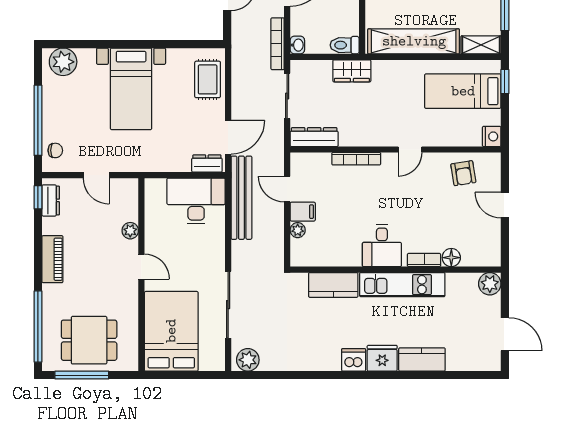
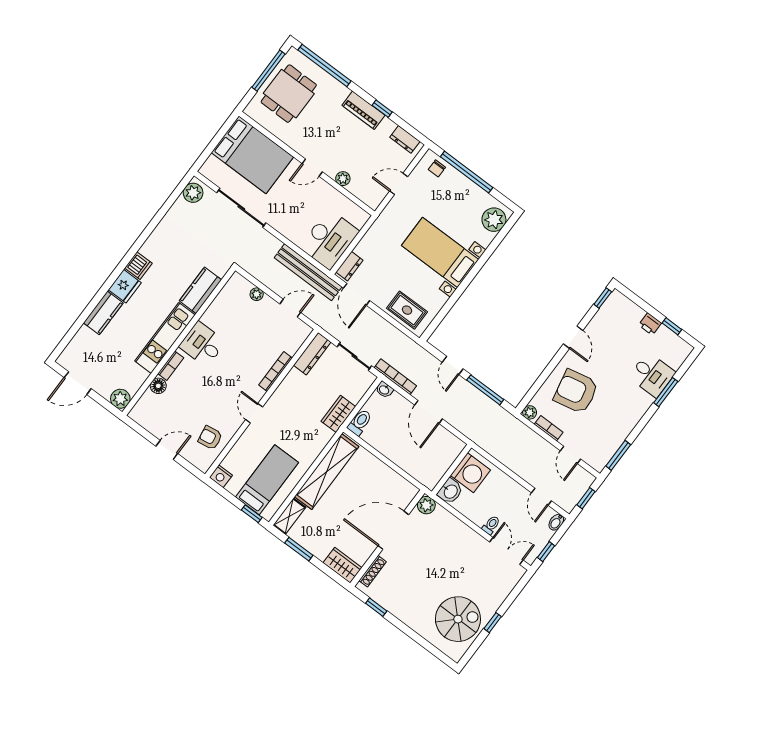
window: (38, 197) -> (382, 109), moved
filing cabinet: (303, 212) -> (267, 307), removed

